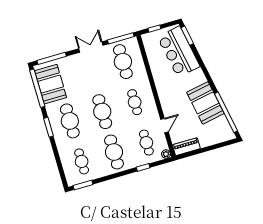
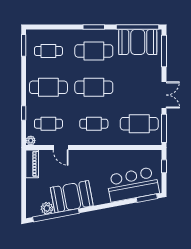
plant: (222, 122) -> (47, 208), added

